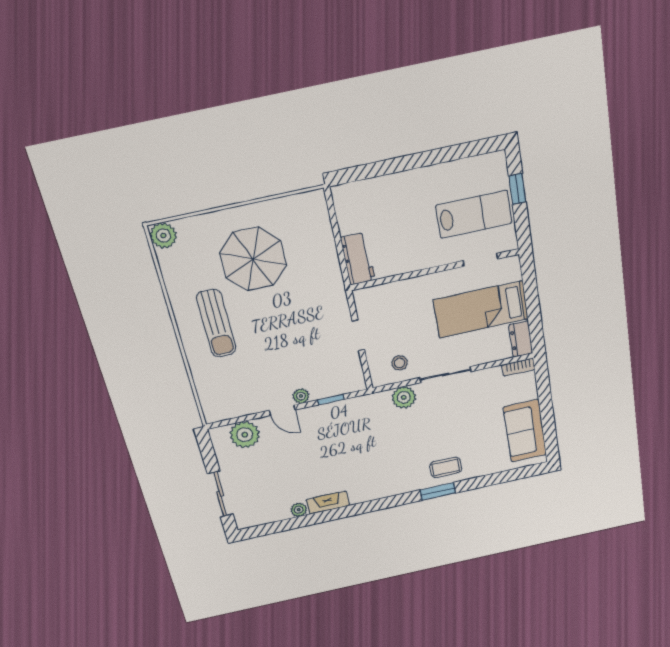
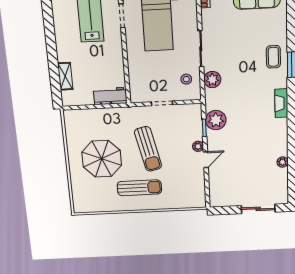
shelving: (379, 186) -> (65, 76), added
plant: (163, 236) -> (81, 206), removed
sun lounger: (283, 327) -> (148, 149), added
plant: (245, 435) -> (216, 120), moved
fireplace: (328, 503) -> (281, 103), moved

